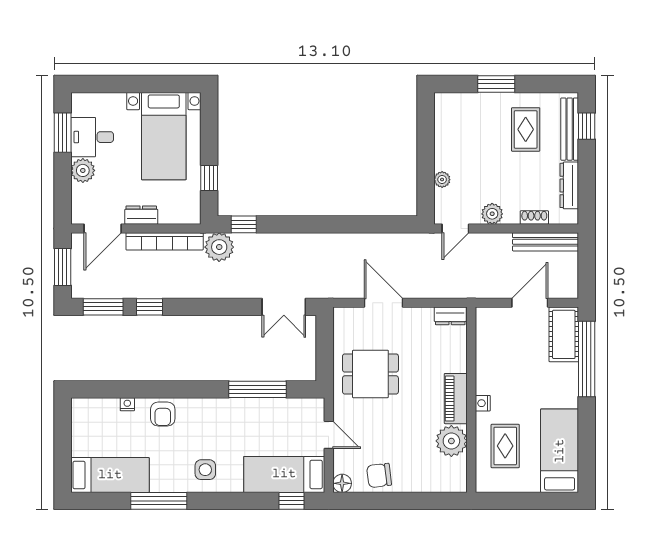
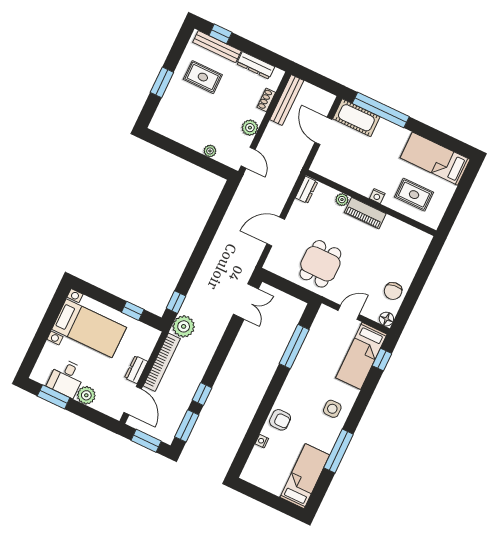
plant: (451, 441) -> (342, 200), moved, width x0.53, depth x0.53

